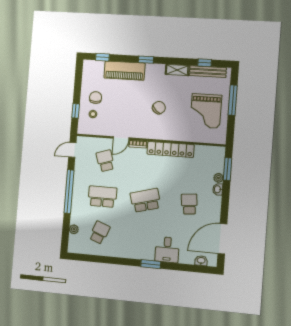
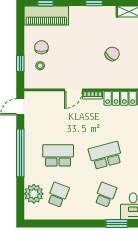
piano: (124, 71) -> (46, 16), moved
school desk: (105, 161) -> (106, 195), moved, turned 39
plant: (74, 229) -> (34, 194), width x1.87, depth x1.87

